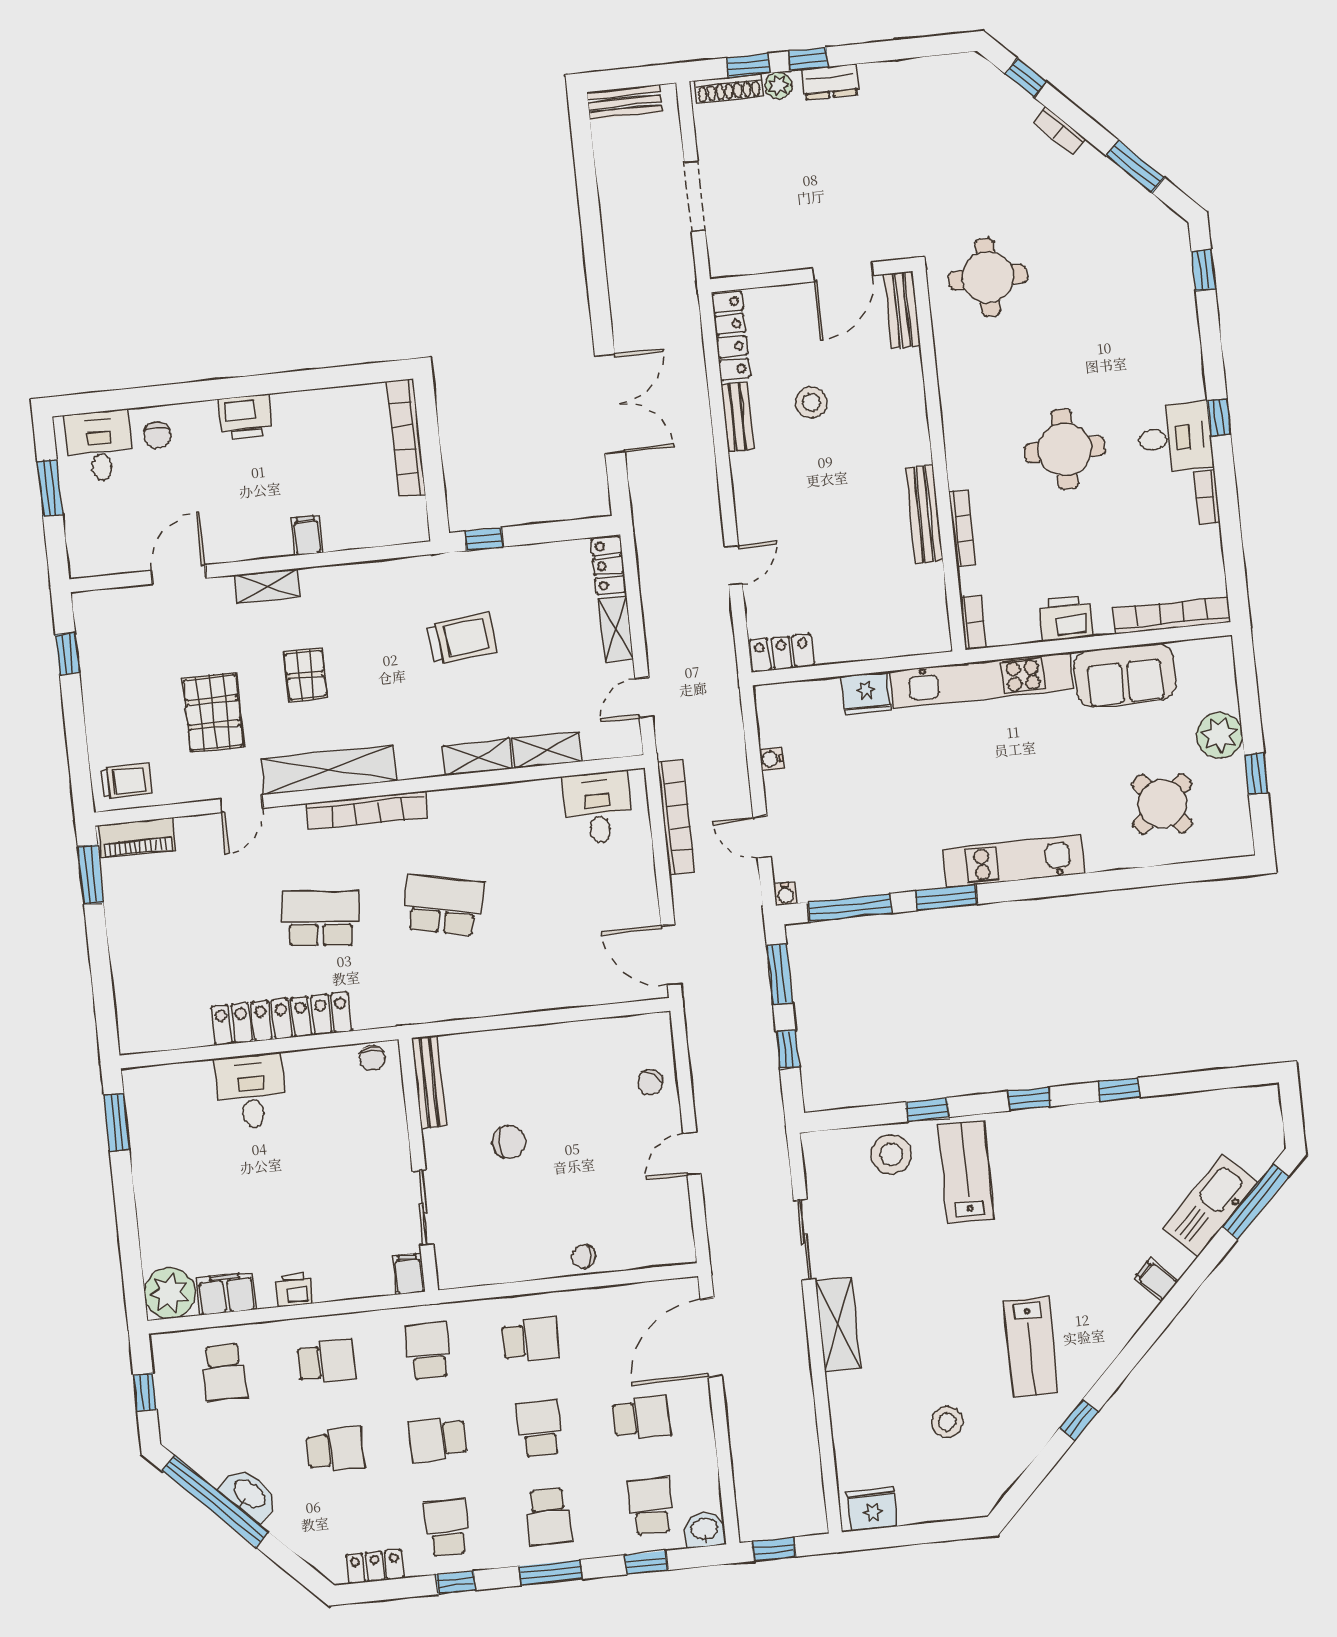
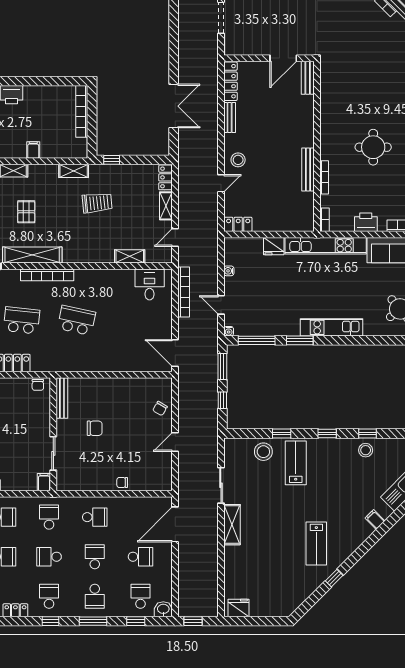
round table: (988, 277) -> (347, 67), removed
stool: (811, 402) -> (238, 160), moved
shelving: (478, 757) -> (74, 171), moved
stool: (947, 1422) -> (366, 450), moved

